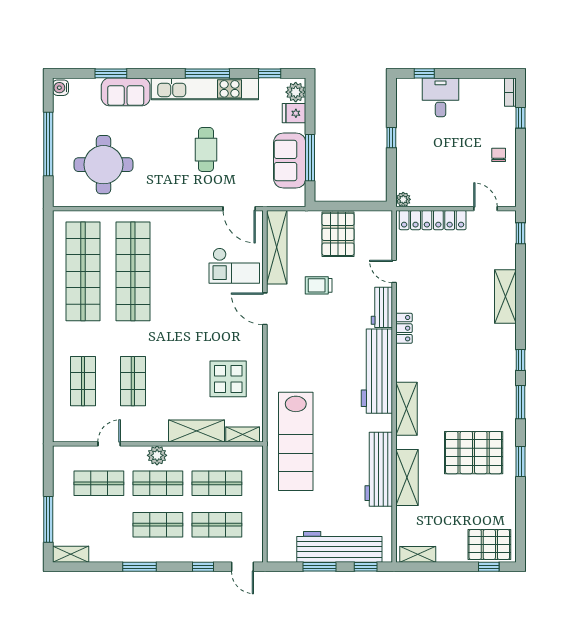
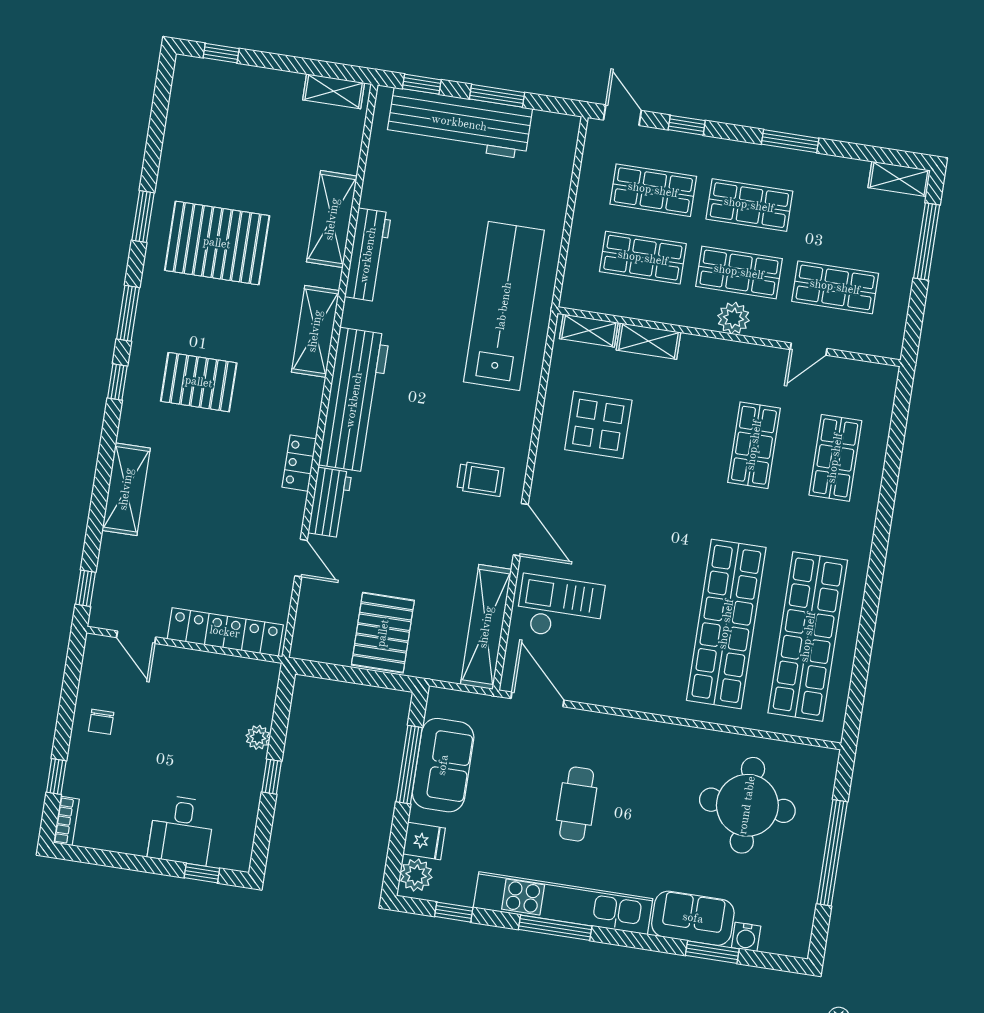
water cooler: (61, 88) -> (746, 937), moved, turned 90
plant: (403, 199) -> (258, 737), moved
trolley: (319, 285) -> (480, 479), moved
shelving: (197, 431) -> (649, 341), width x0.67, depth x0.75
workbench: (379, 469) -> (368, 255), width x0.73, depth x0.76
pallet: (489, 544) -> (199, 382), moved

